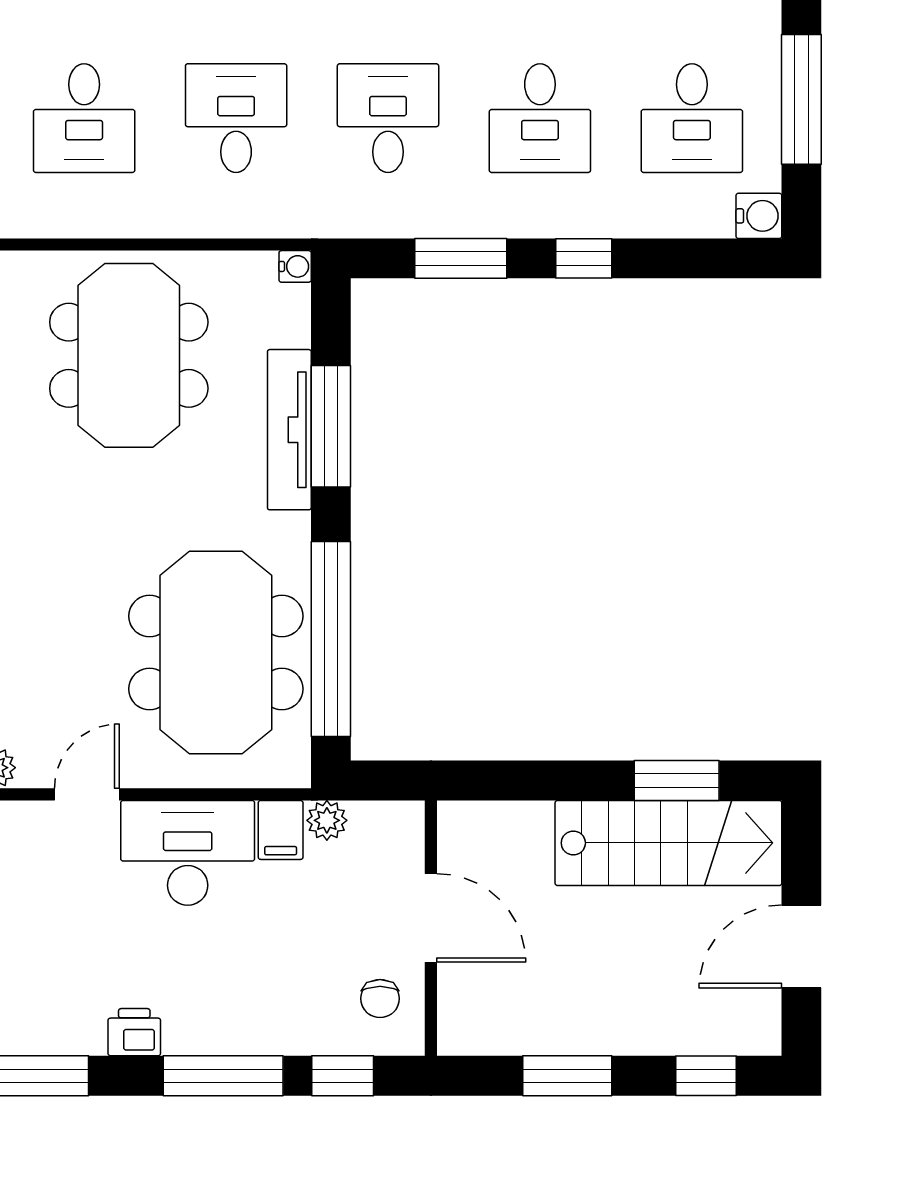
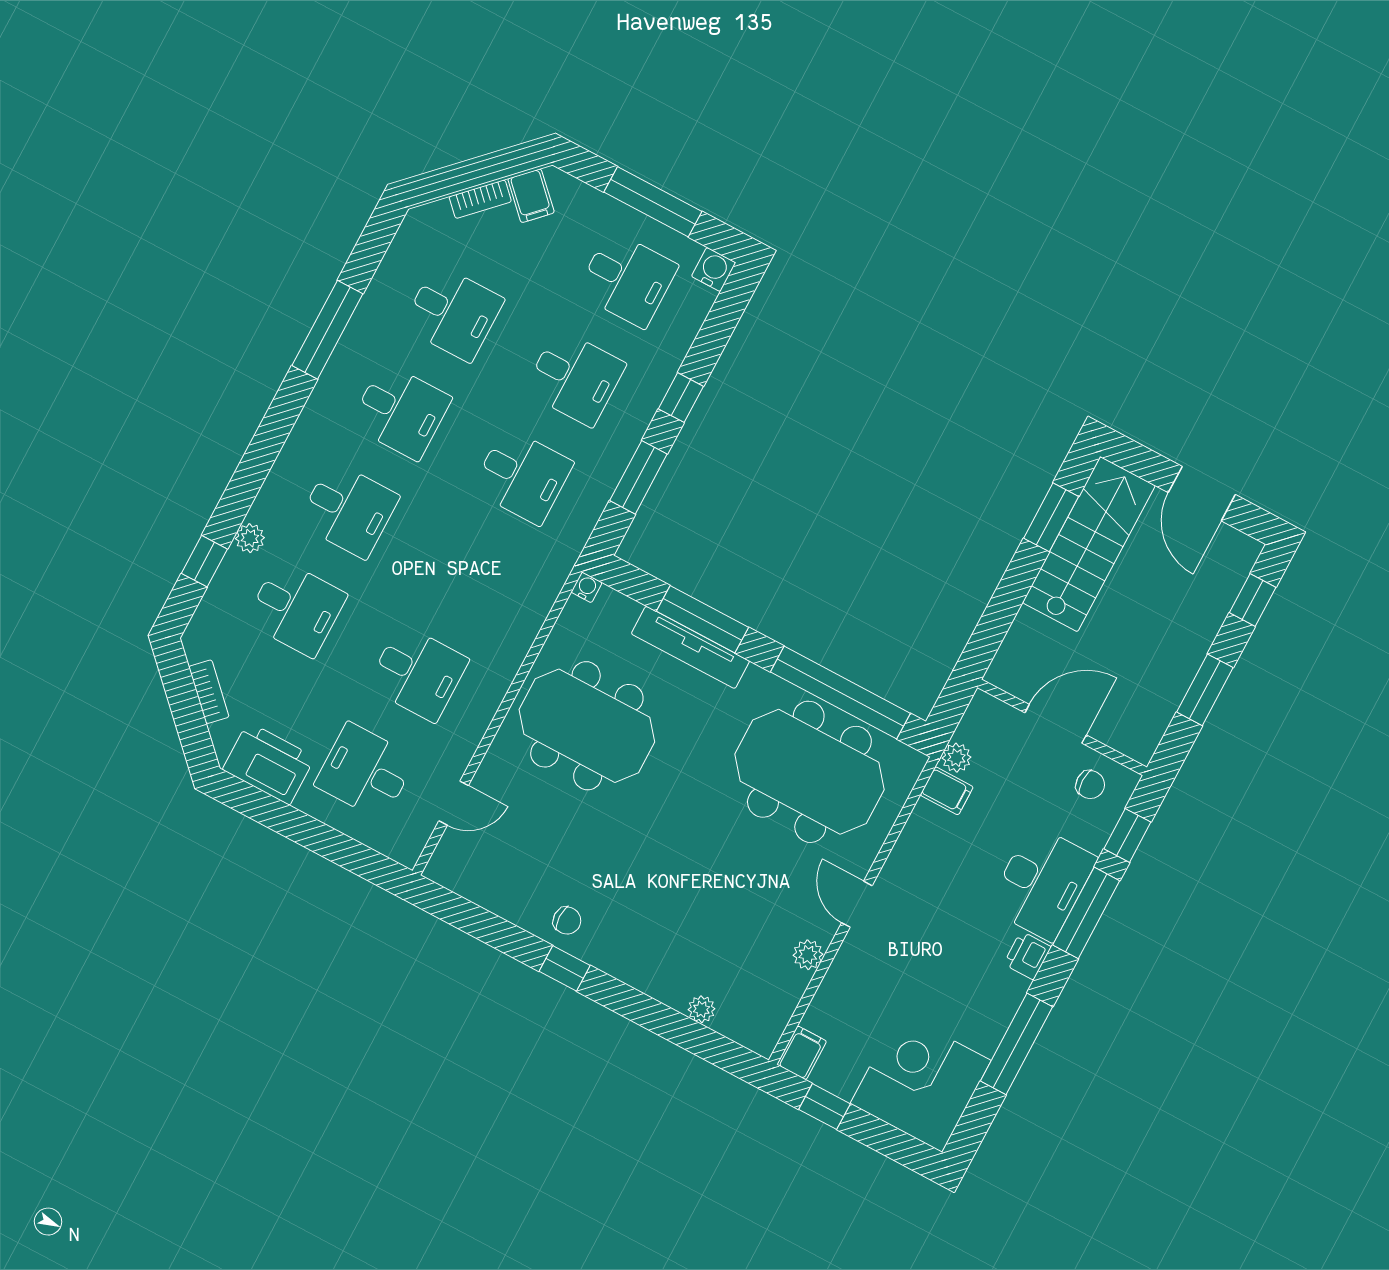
desk: (236, 118) -> (470, 575), removed
desk: (388, 118) -> (522, 476), turned 180
desk: (188, 853) -> (1042, 883), moved, turned 180

